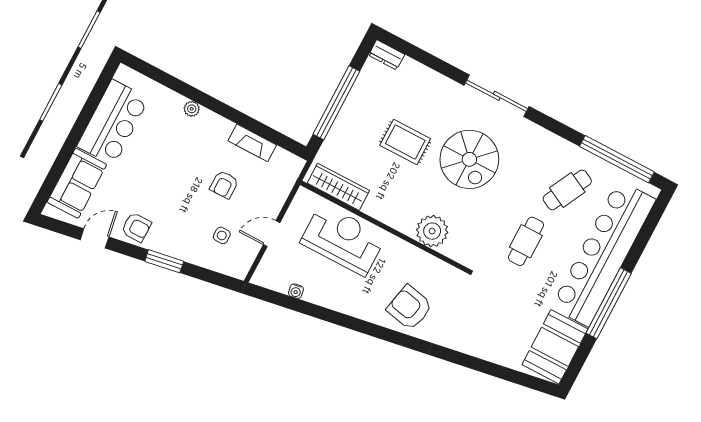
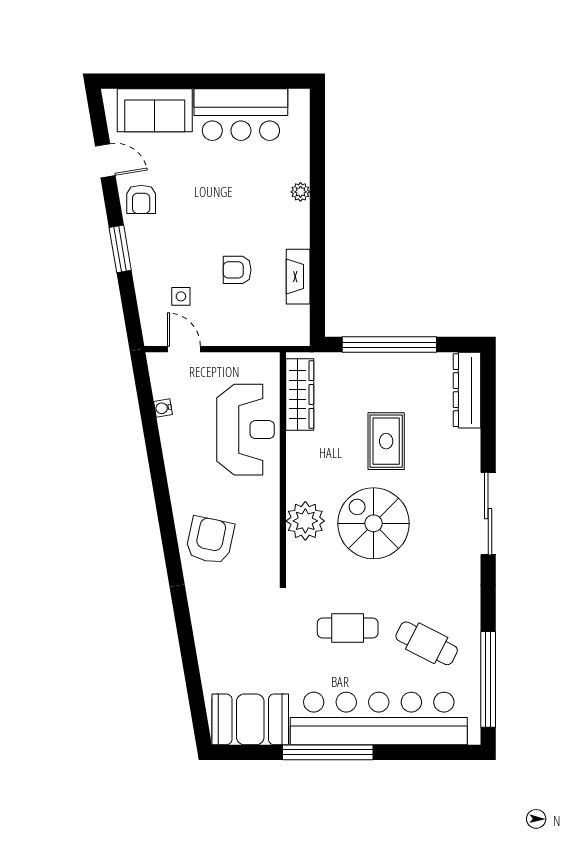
dresser: (387, 55) -> (467, 390), width x1.96, depth x1.24
spiral stairs: (469, 159) -> (374, 523), moved, turned 90
door: (272, 234) -> (184, 349), moved

